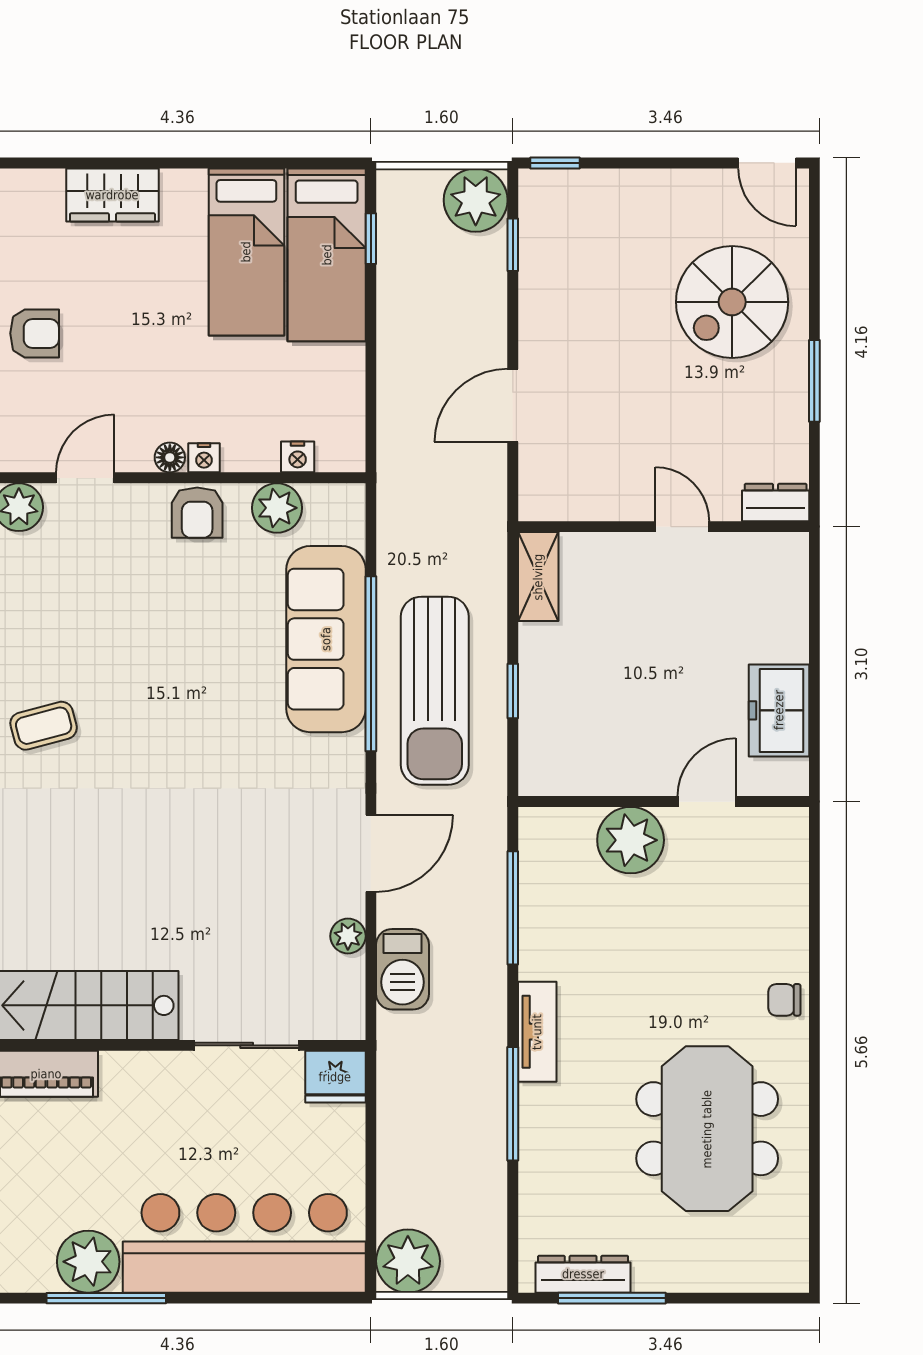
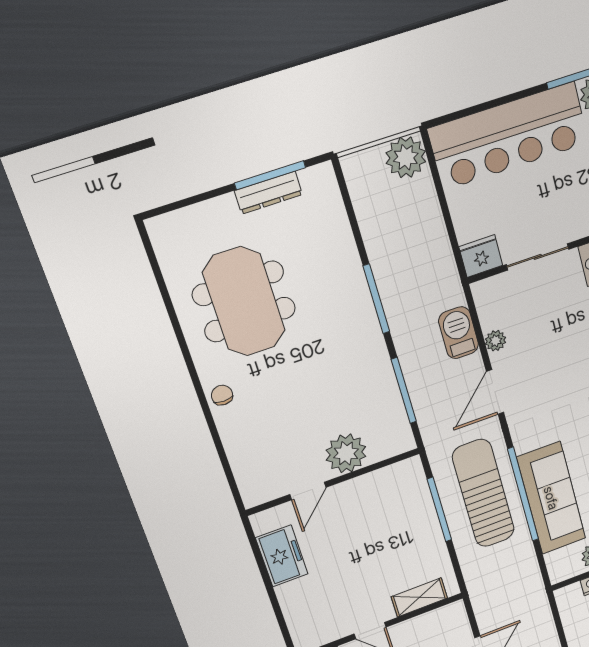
shelving: (538, 577) -> (419, 597), moved, turned 90
window: (513, 691) -> (439, 510), width x2.17
chair: (784, 1000) -> (222, 395), turned -90
tv unit: (537, 1032) -> (368, 324), removed
window: (513, 1104) -> (376, 299), moved
dresser: (583, 1274) -> (268, 193), moved

